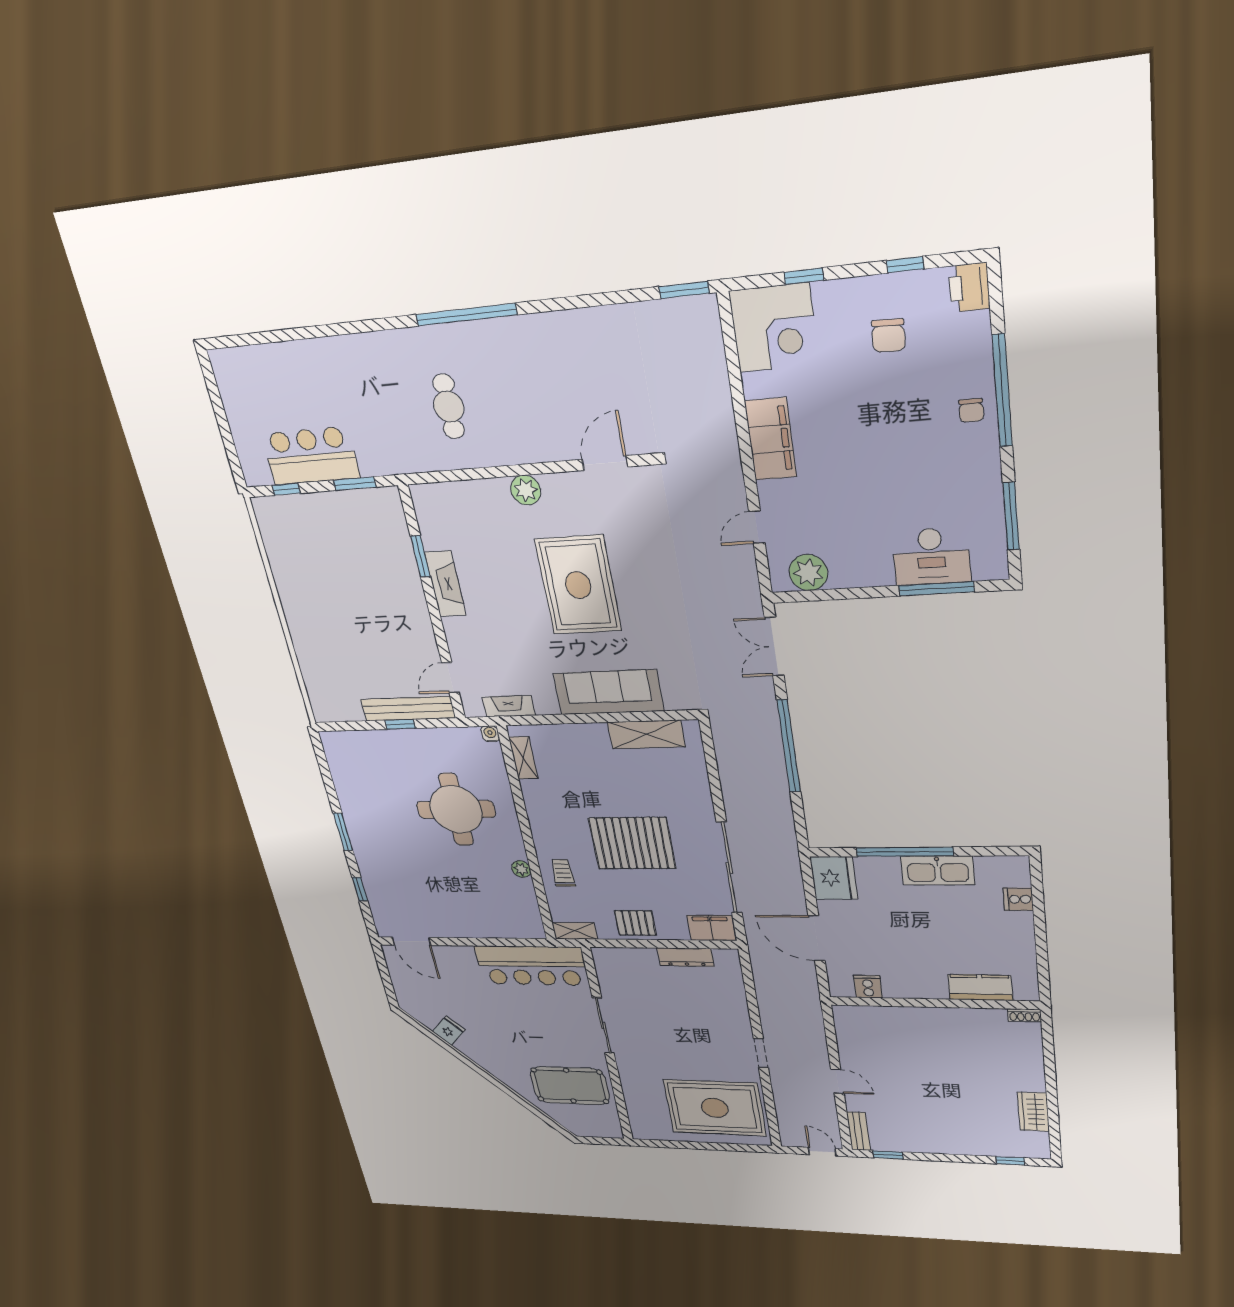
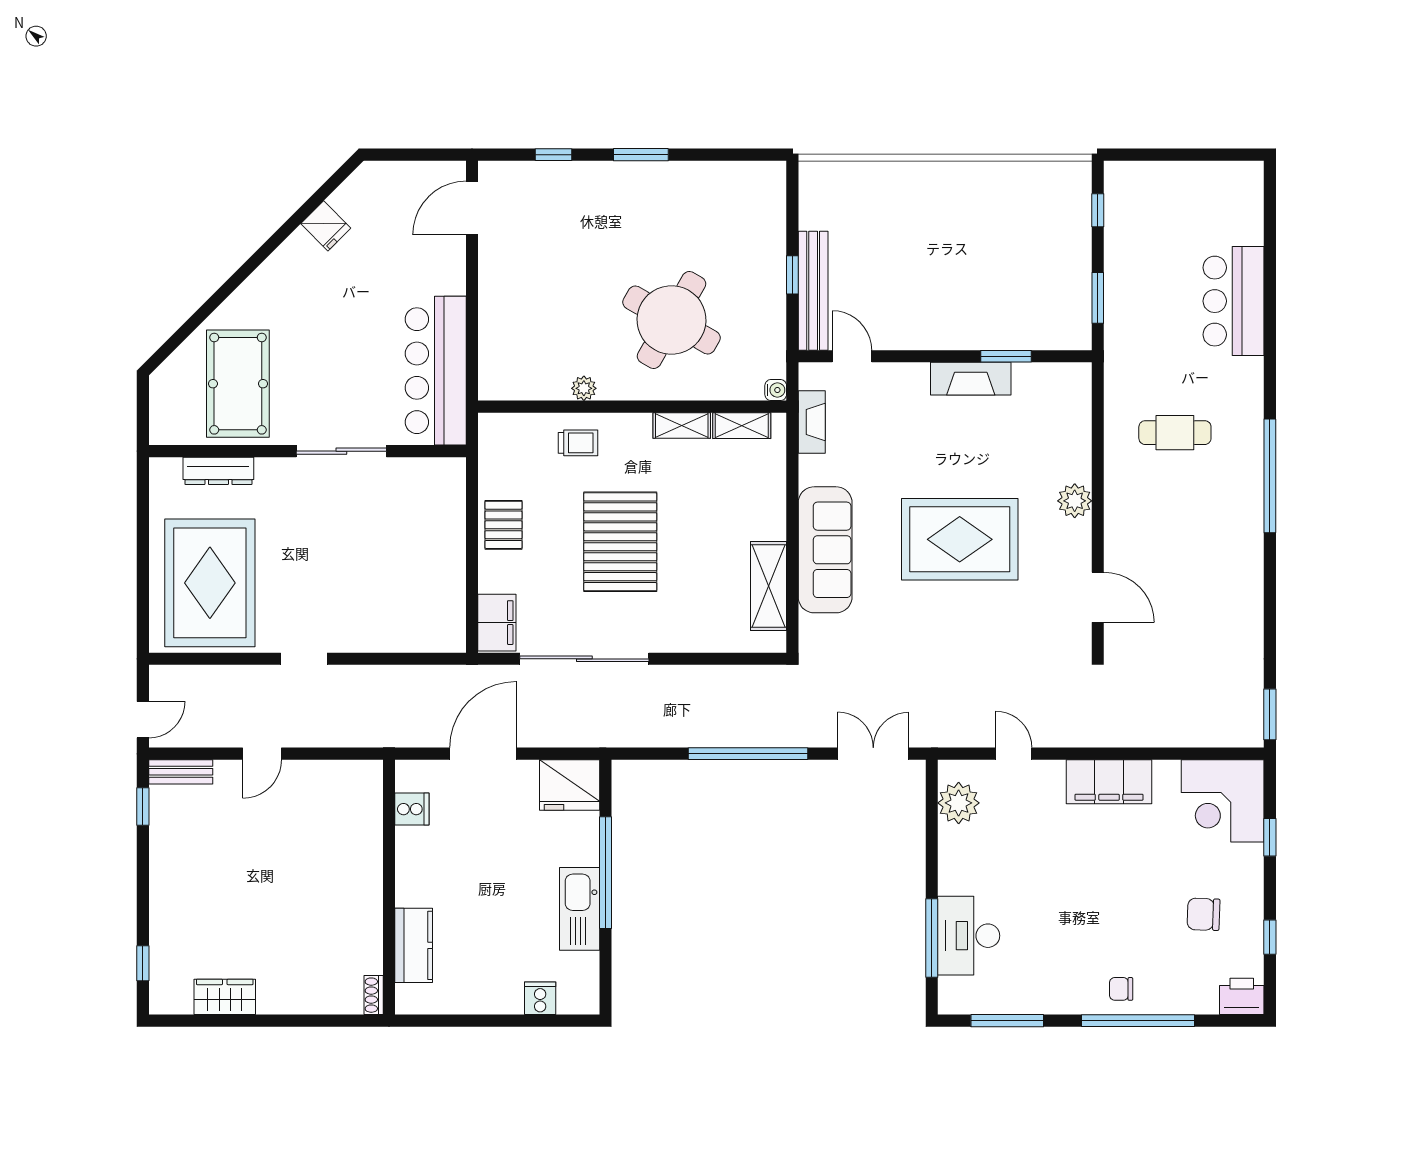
bar counter: (311, 456) -> (1234, 301), moved, turned 180
round table: (456, 809) -> (671, 320), turned 30
shelving: (575, 931) -> (682, 425), moved, turned 90
dresser: (686, 957) -> (218, 471), moved, turned -90

